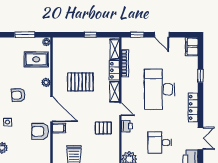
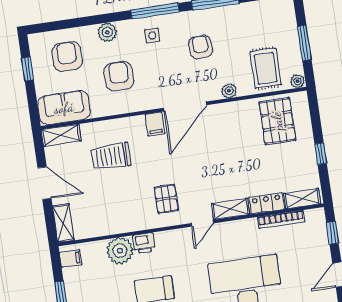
pallet: (80, 82) -> (277, 121), moved
printer: (127, 126) -> (144, 243), moved
armchair: (40, 131) -> (119, 76), moved

